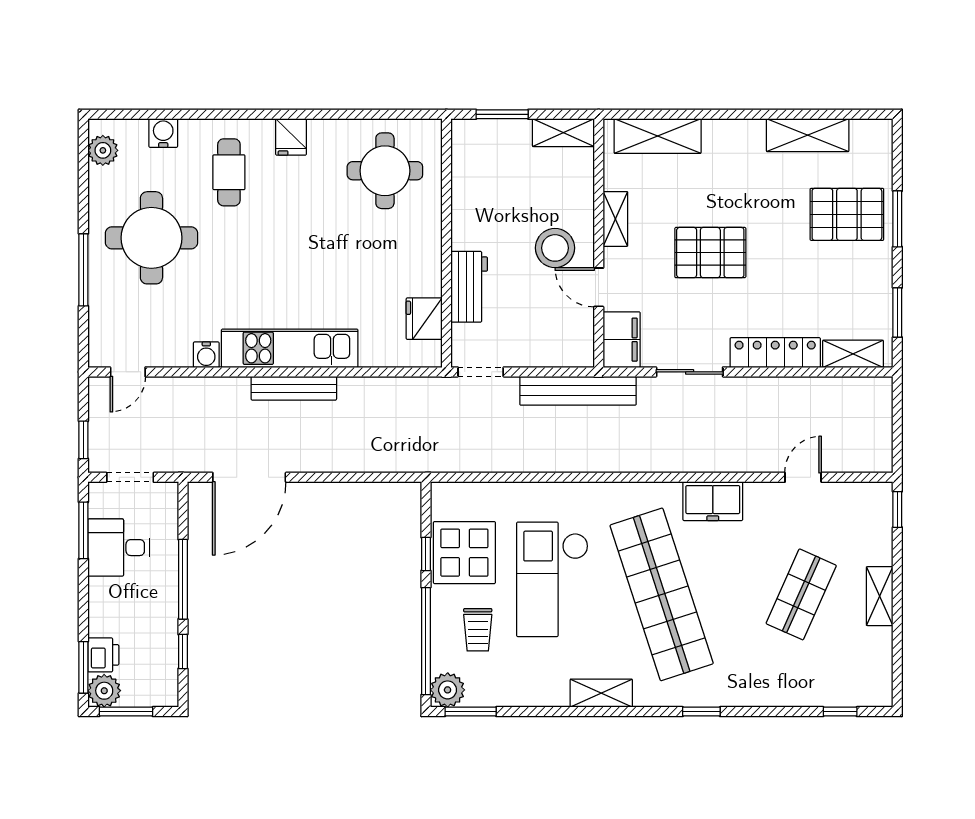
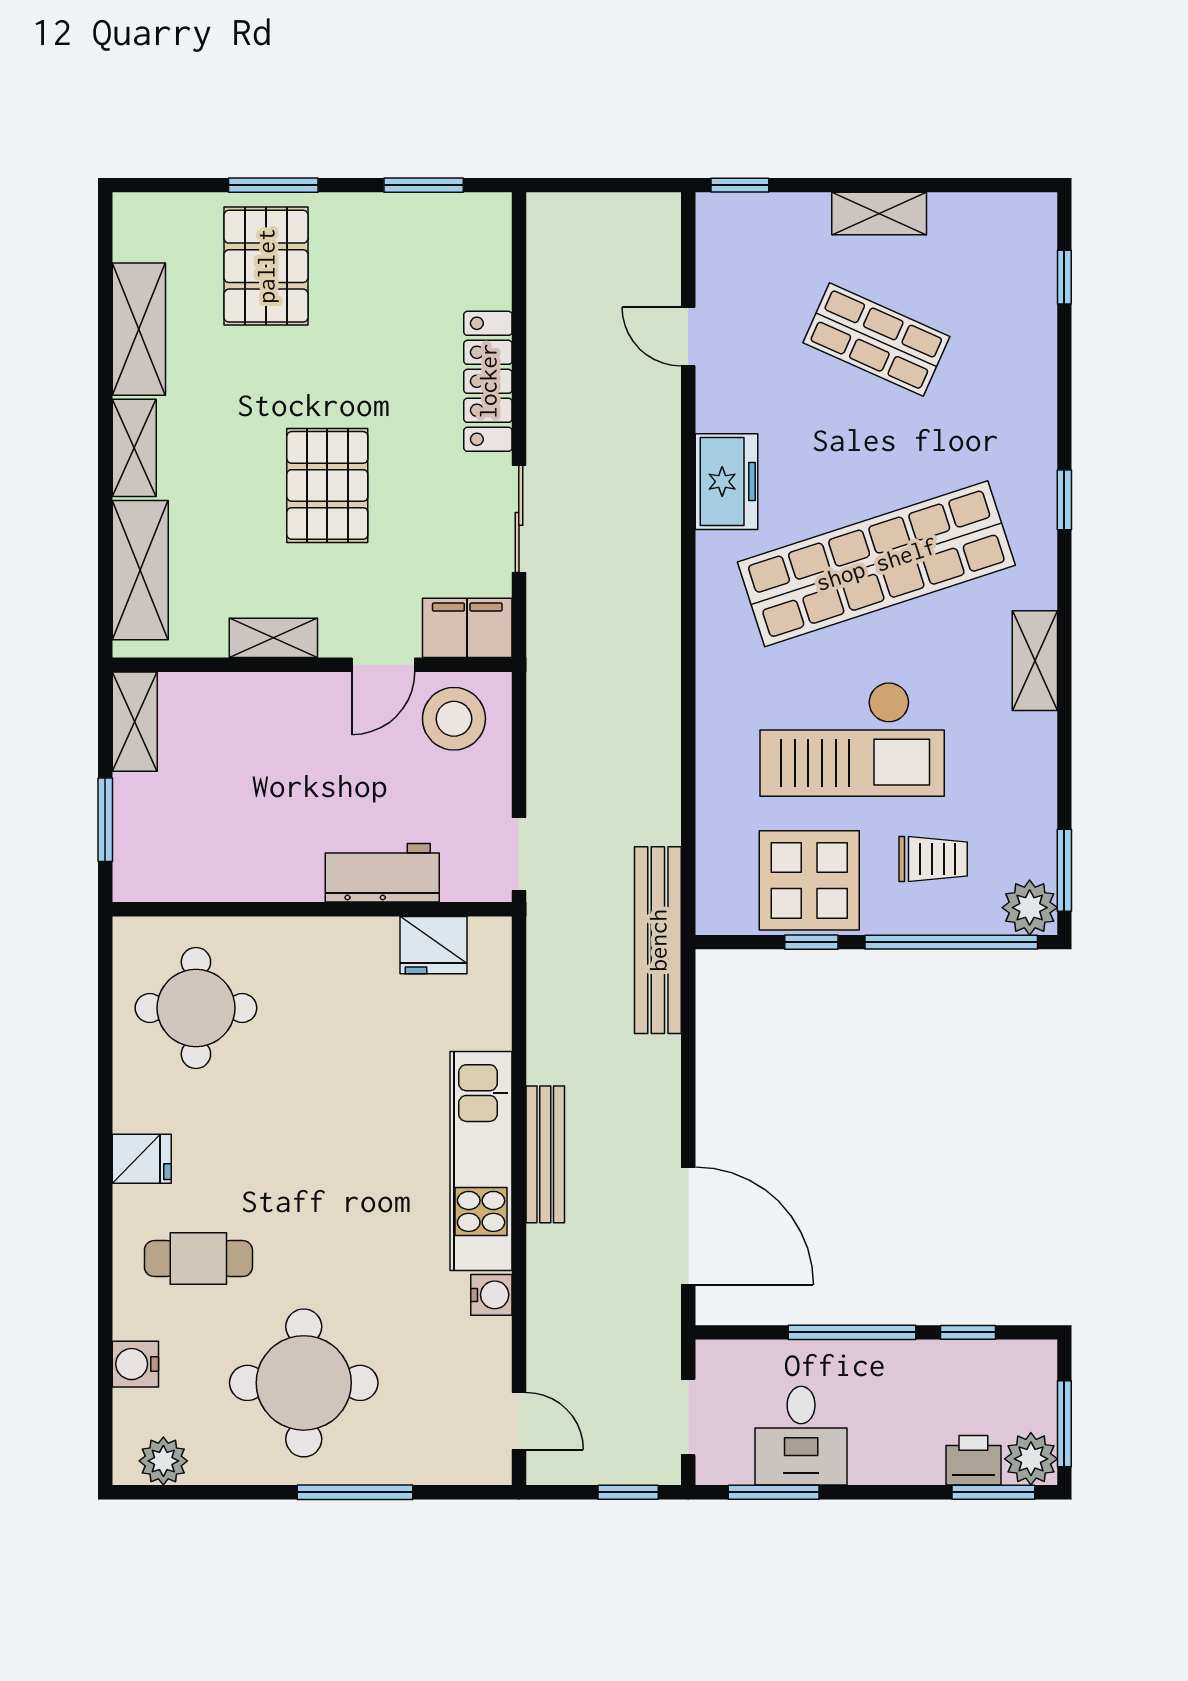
stool: (555, 248) -> (454, 719), moved
shelving: (853, 354) -> (134, 448), moved
bench: (578, 391) -> (658, 940), moved

